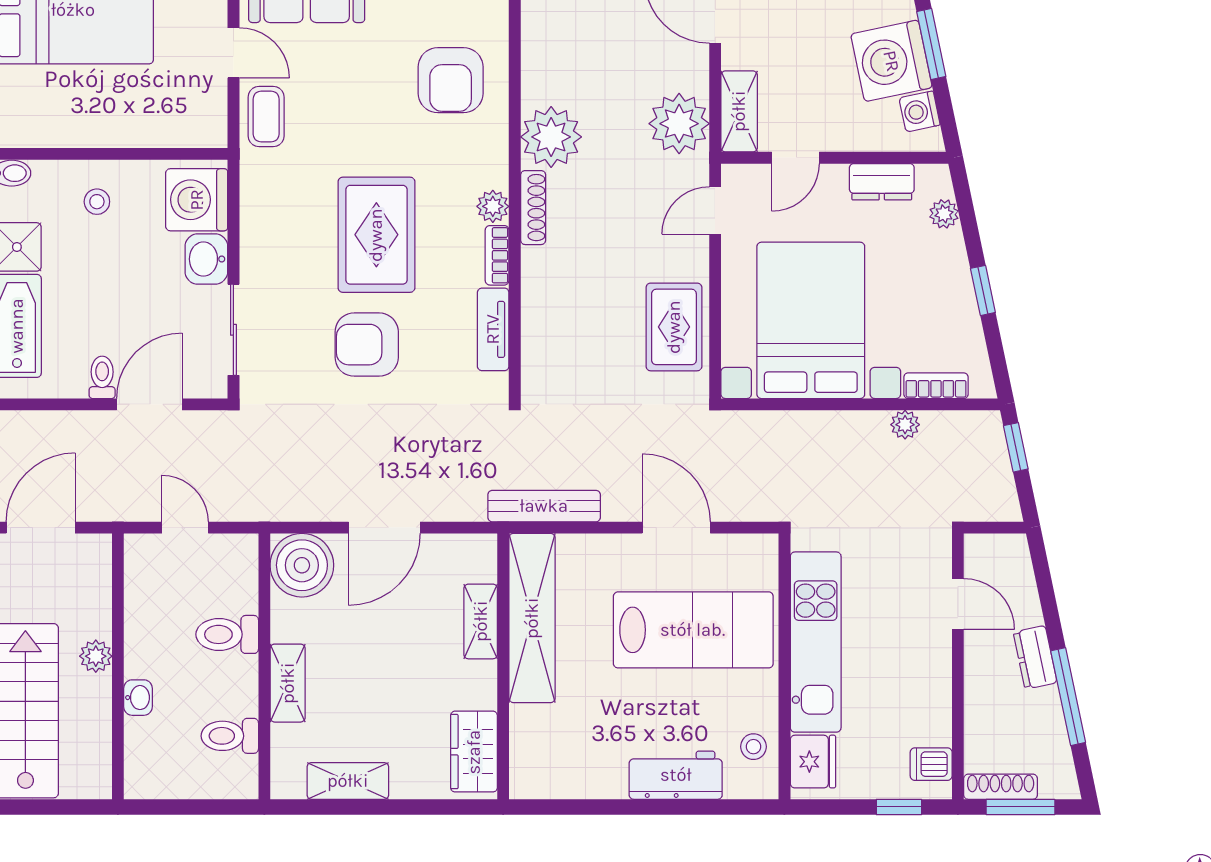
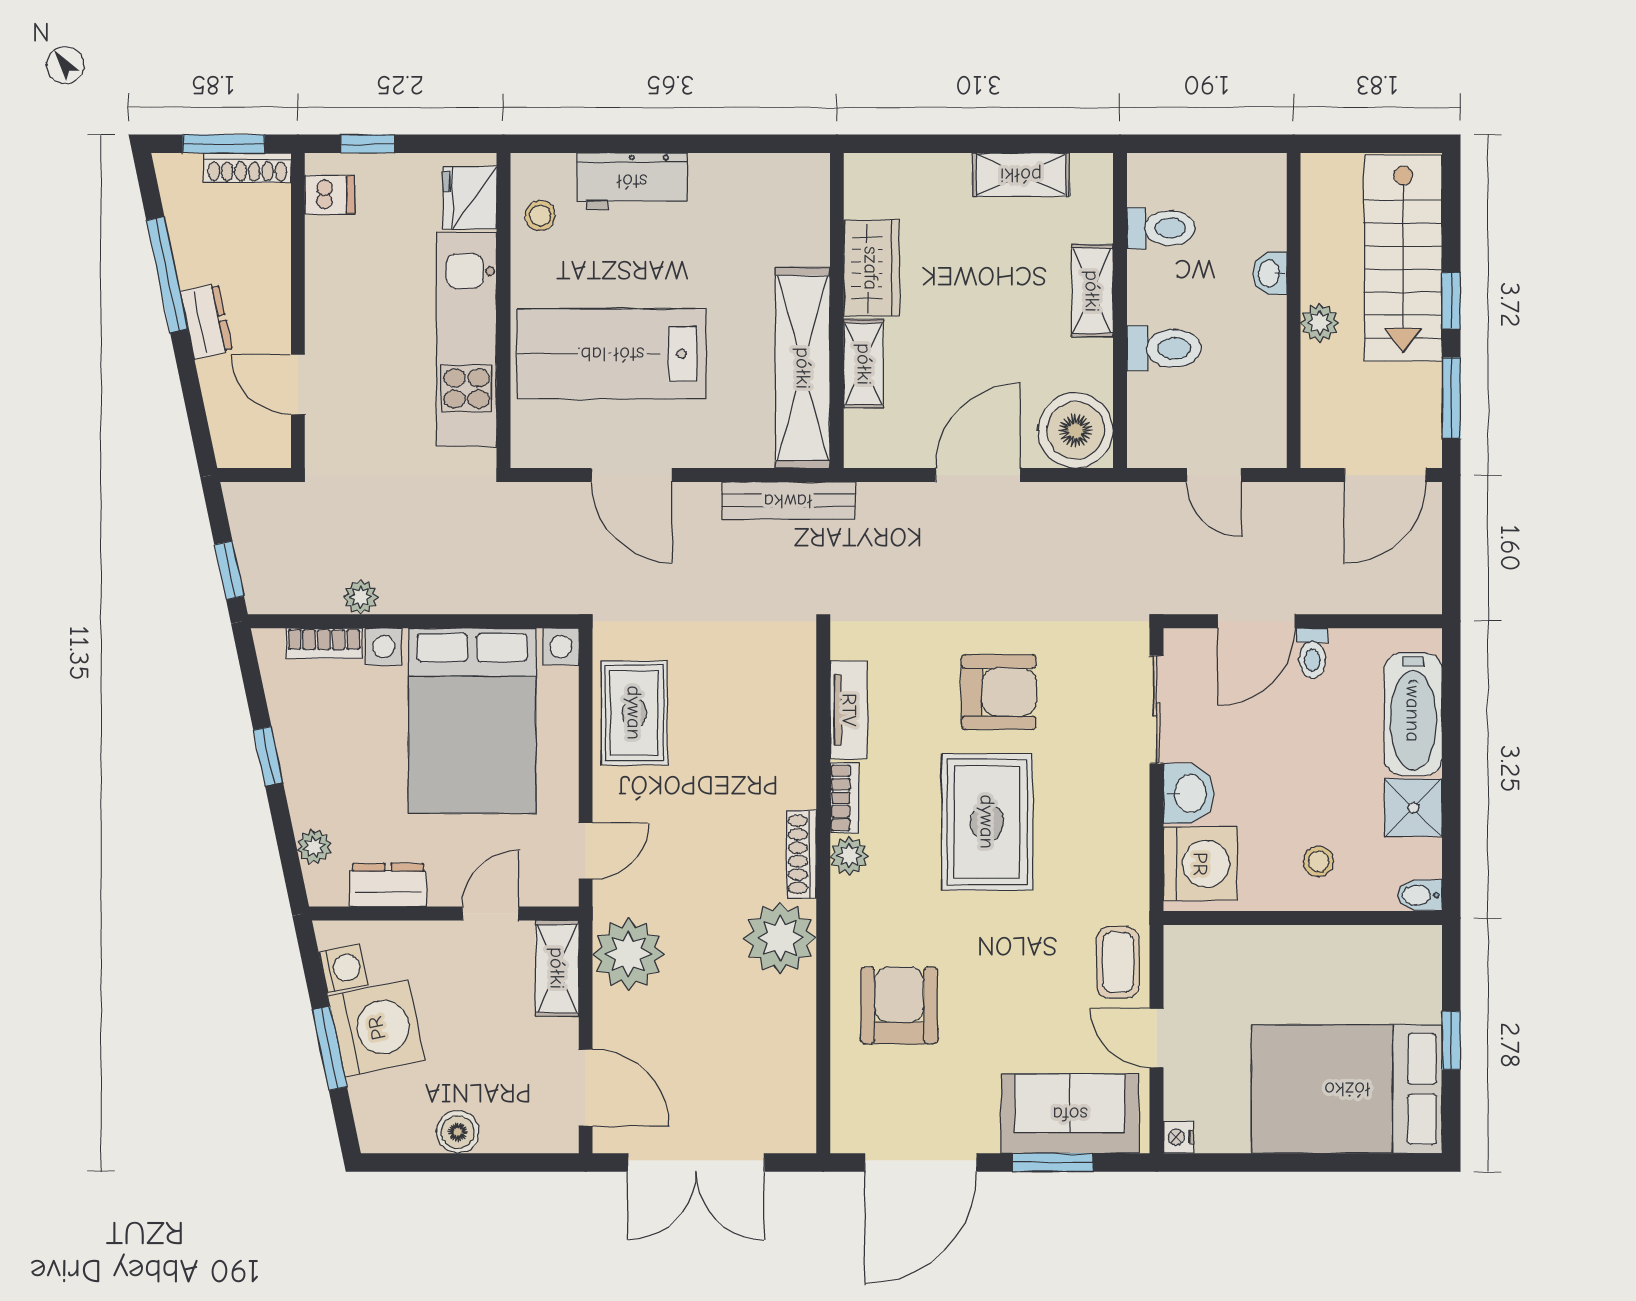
wardrobe: (474, 752) -> (871, 268), moved

